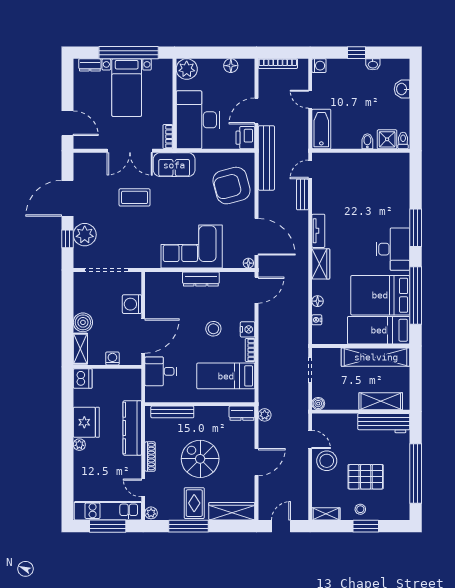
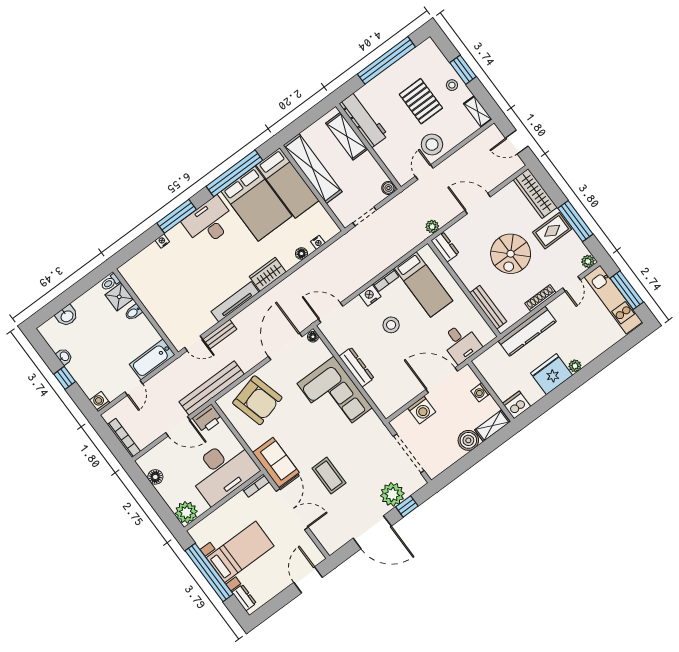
nightstand: (405, 203) -> (162, 241), added
tv unit: (318, 231) -> (235, 302), width x1.41

